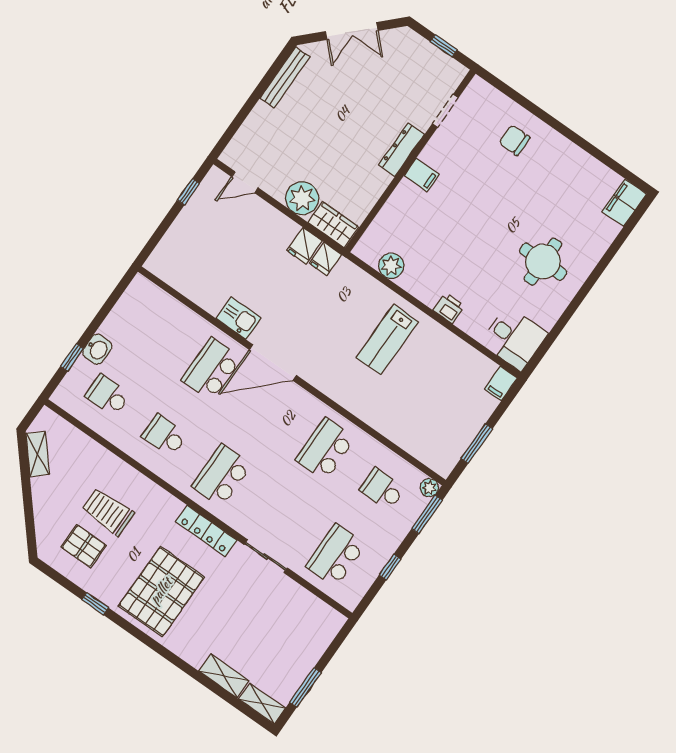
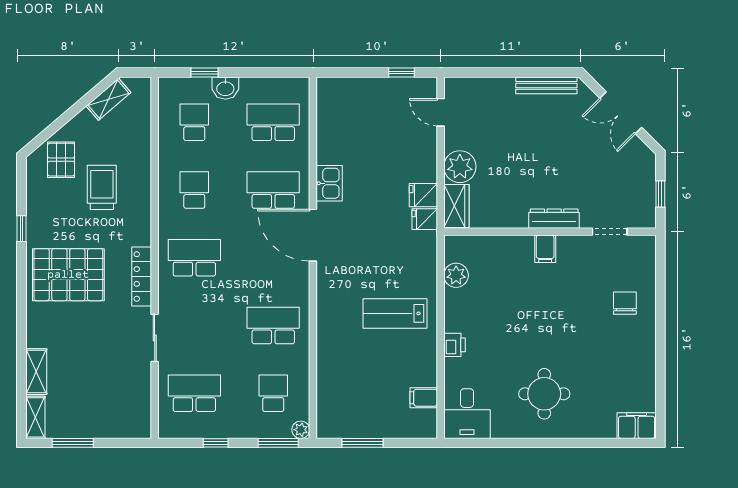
school desk: (154, 329) -> (273, 122), added
filing cabinet: (501, 383) -> (424, 398), moved
pallet: (84, 546) -> (61, 160), moved

